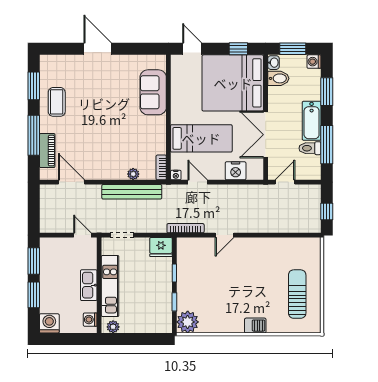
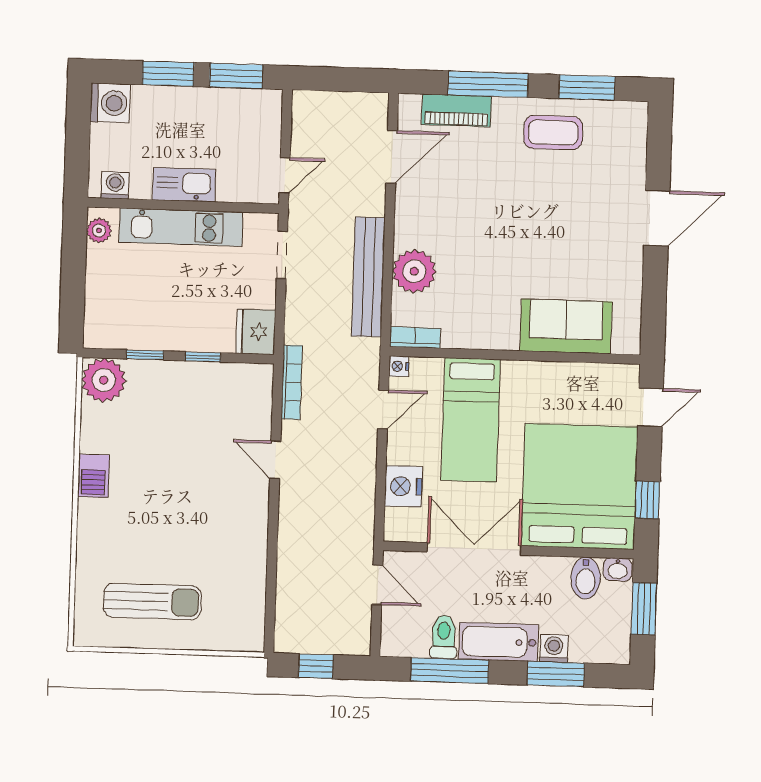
washing machine: (314, 62) -> (554, 648), moved
plant: (133, 174) -> (414, 271), width x1.87, depth x1.87
barbecue: (255, 326) -> (93, 476), moved

